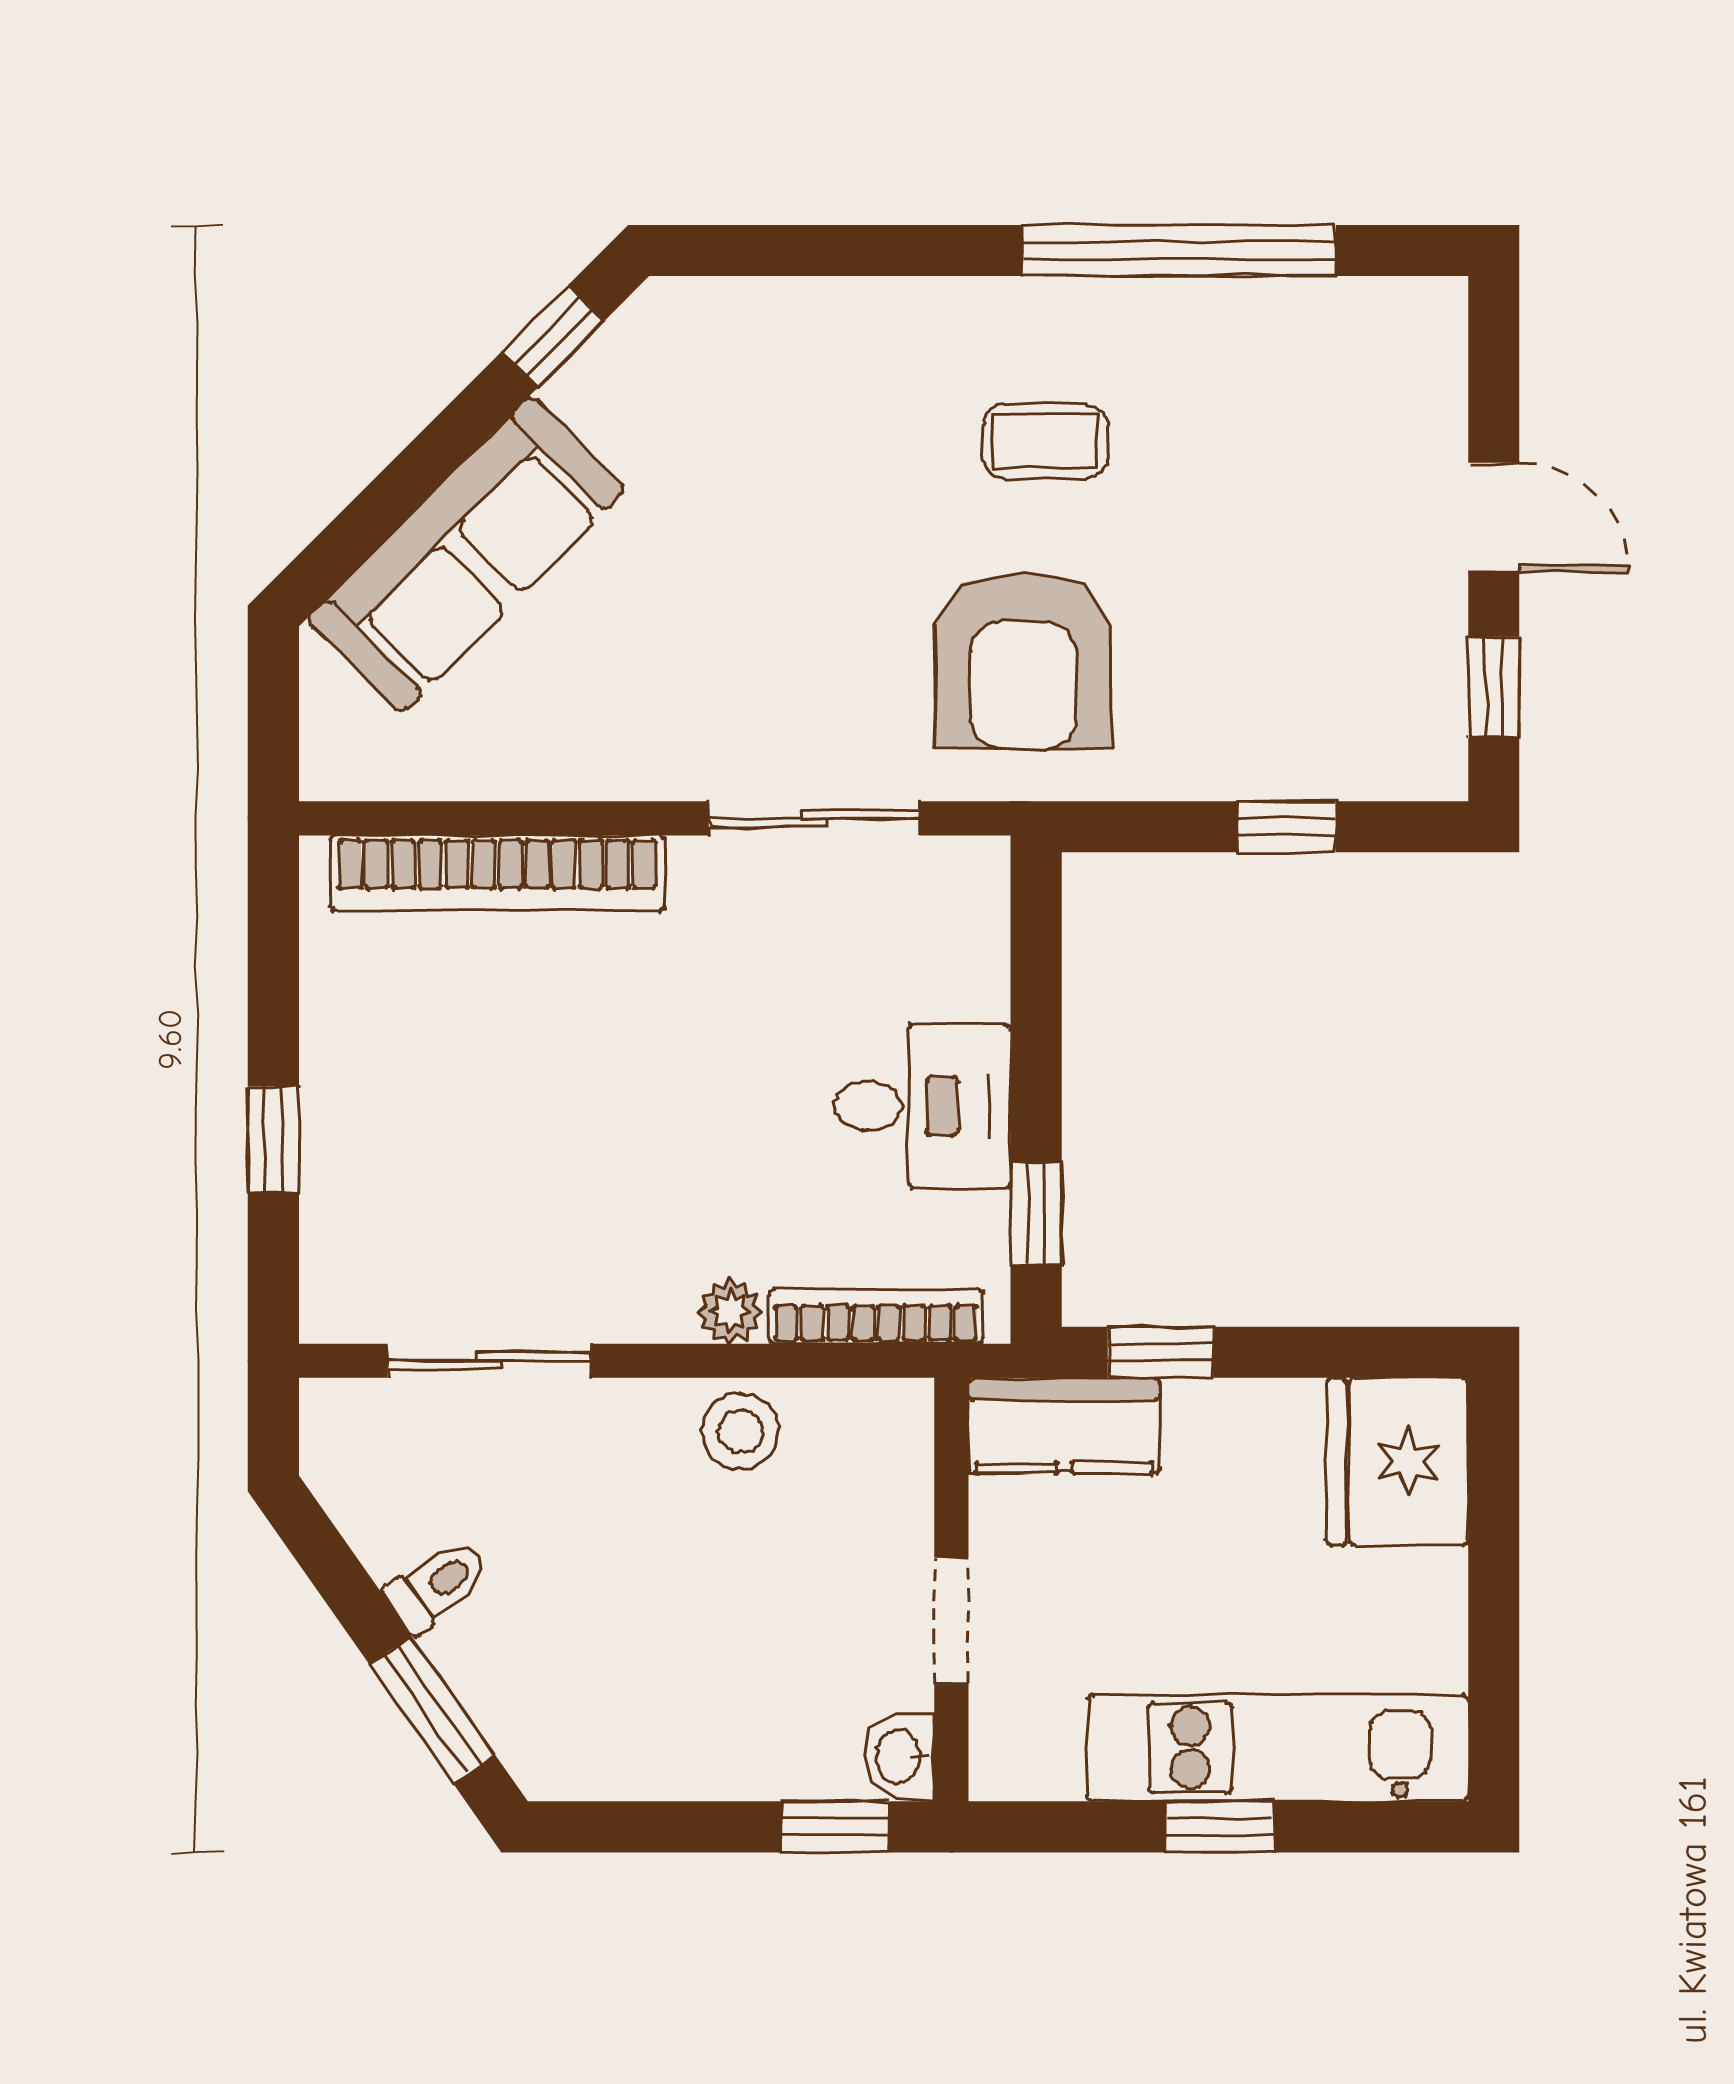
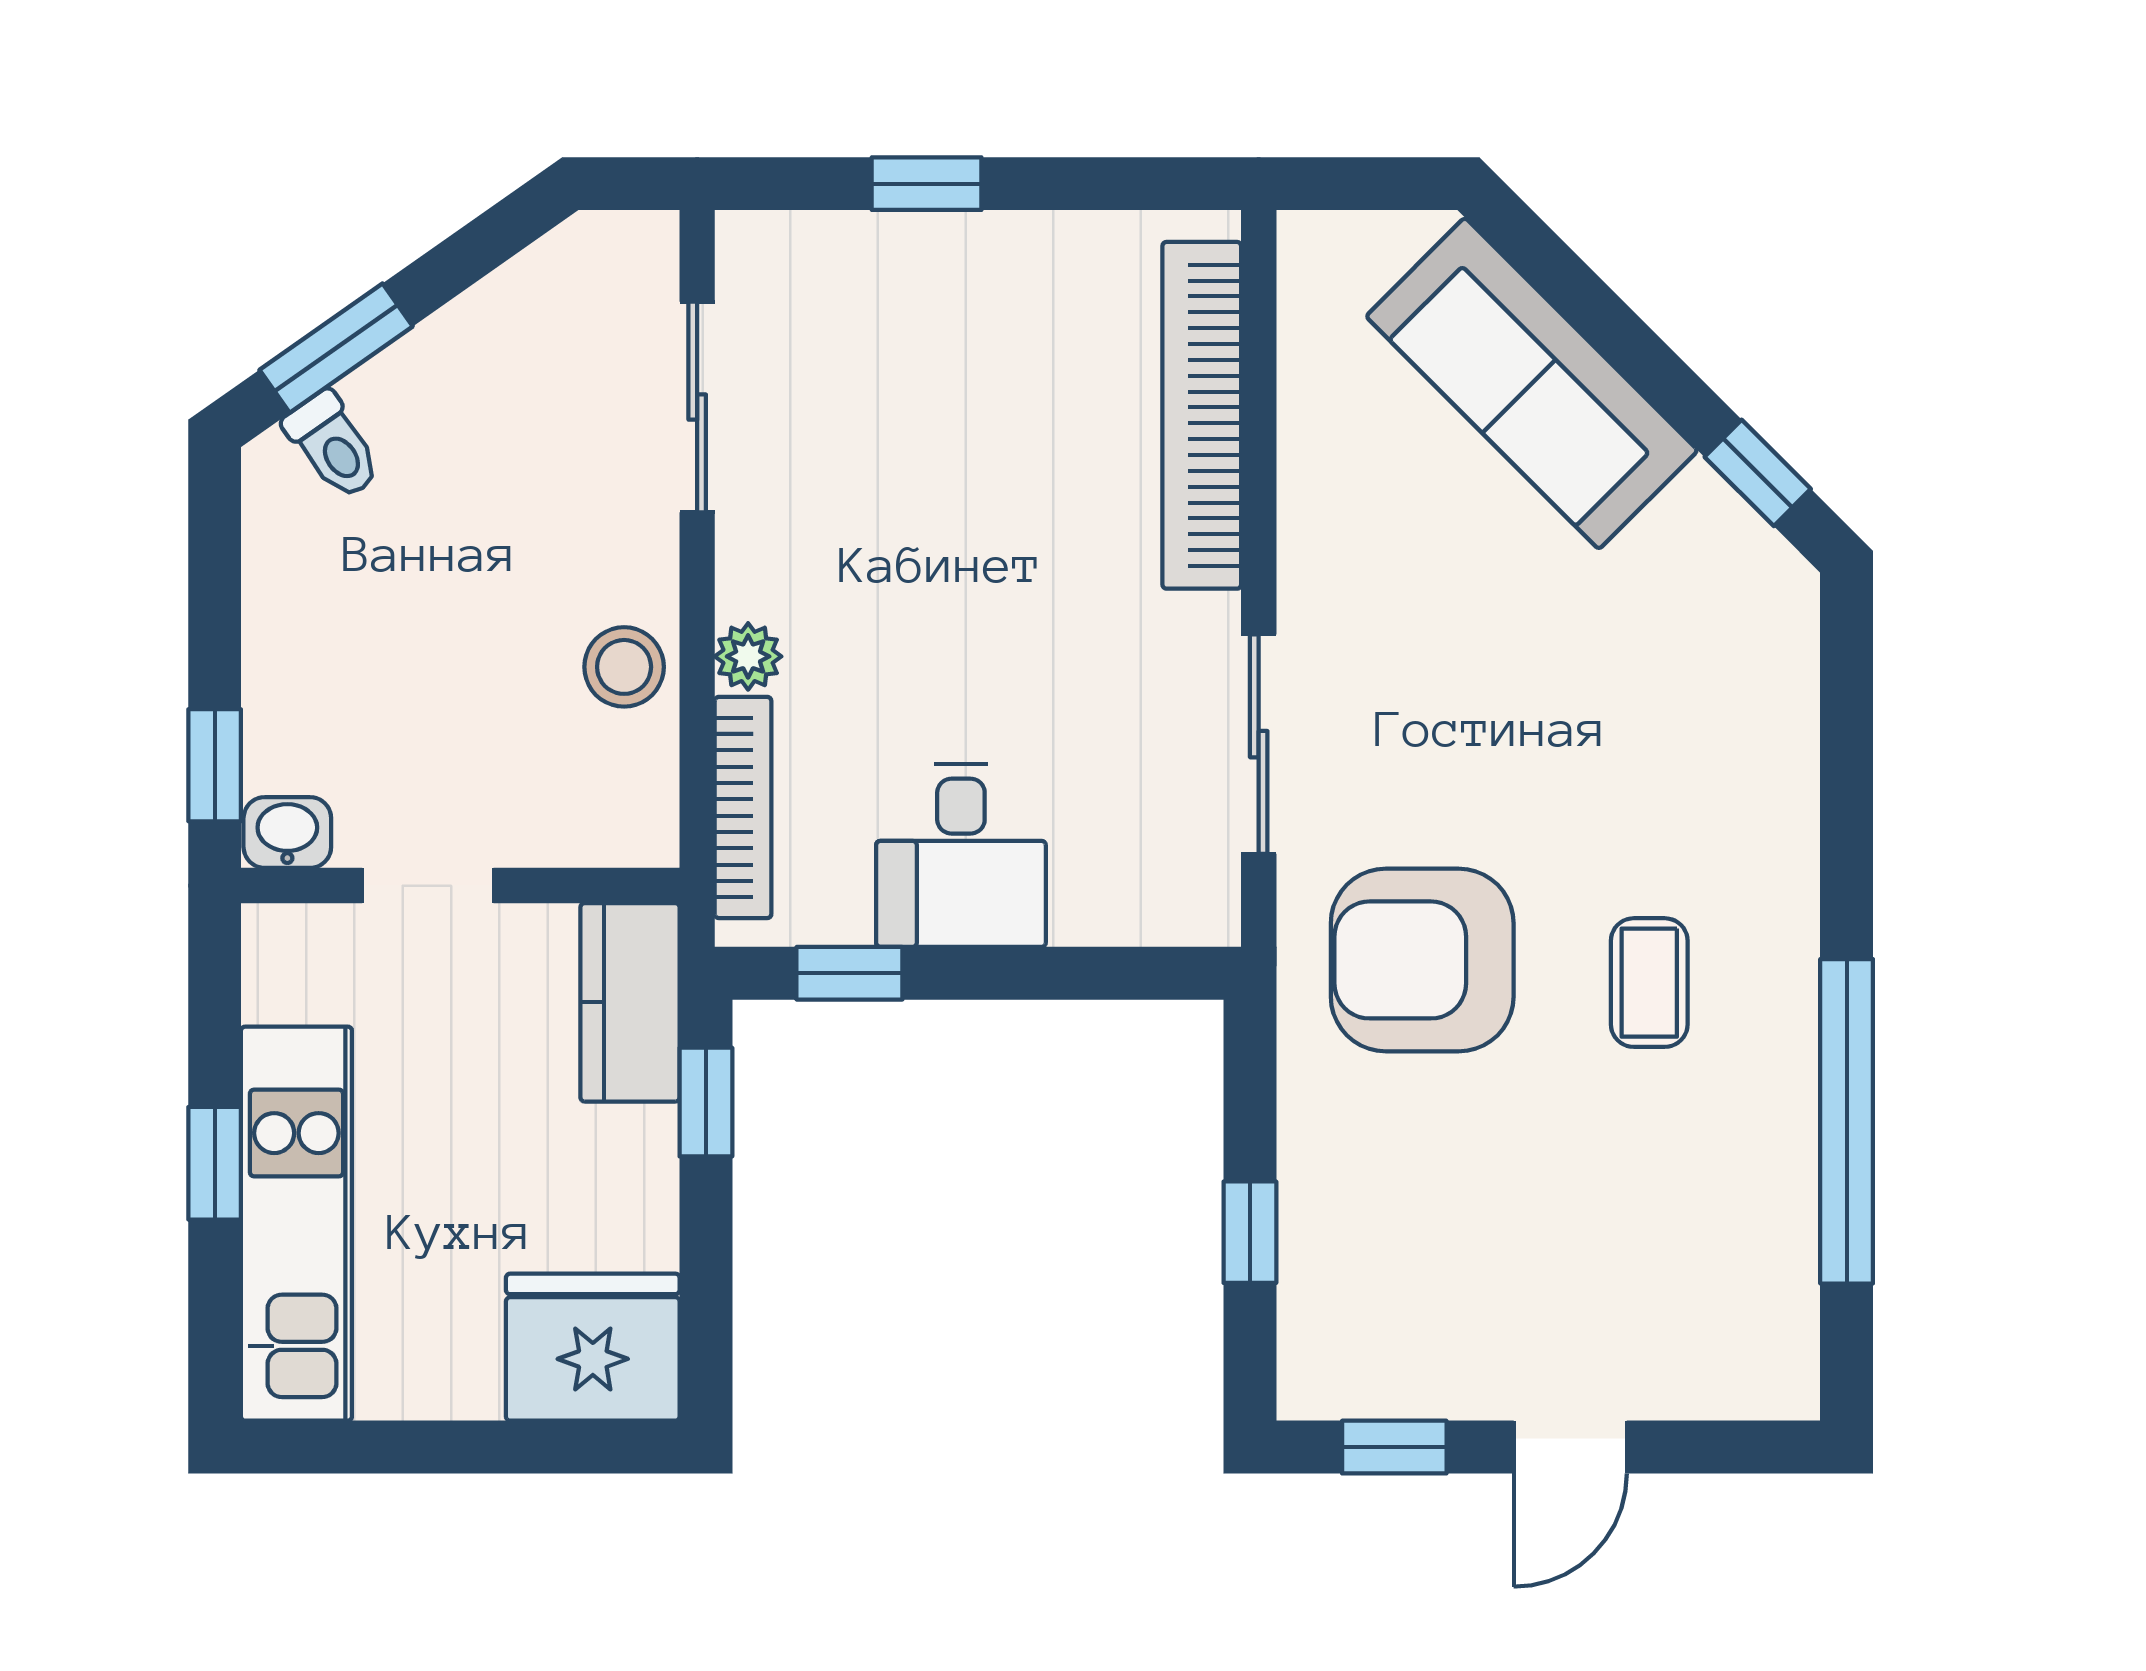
toilet: (437, 1586) -> (333, 446), moved

